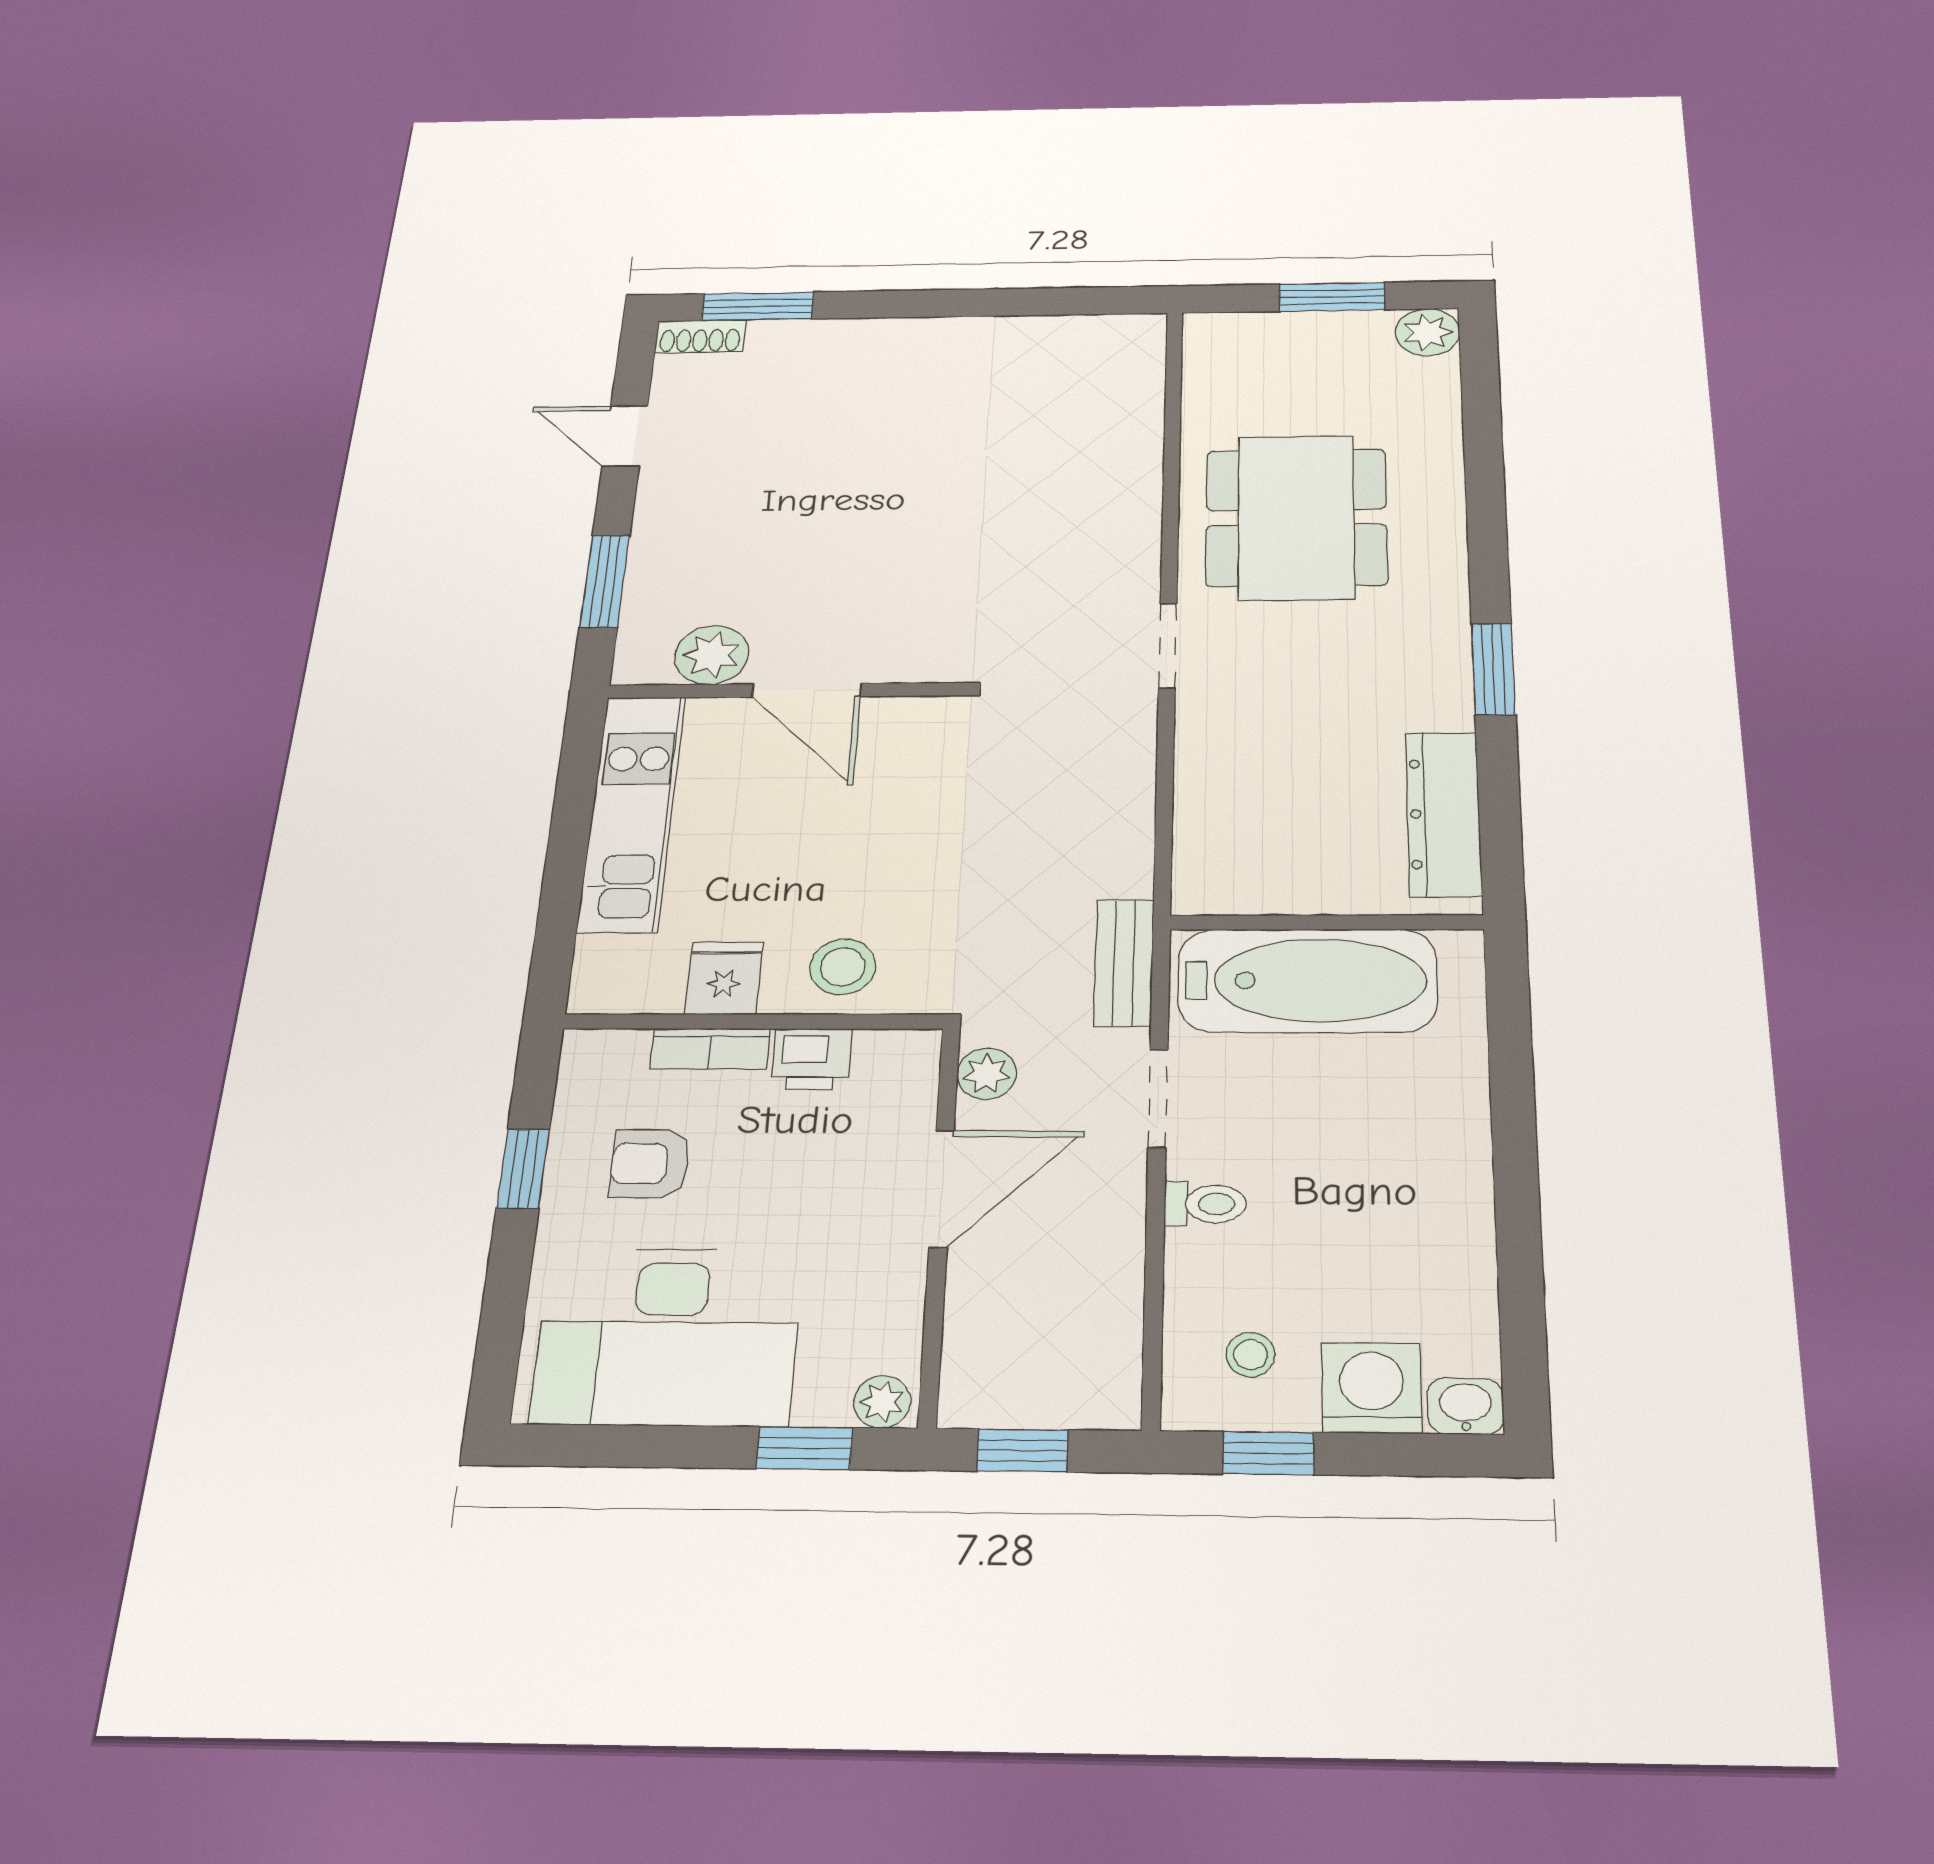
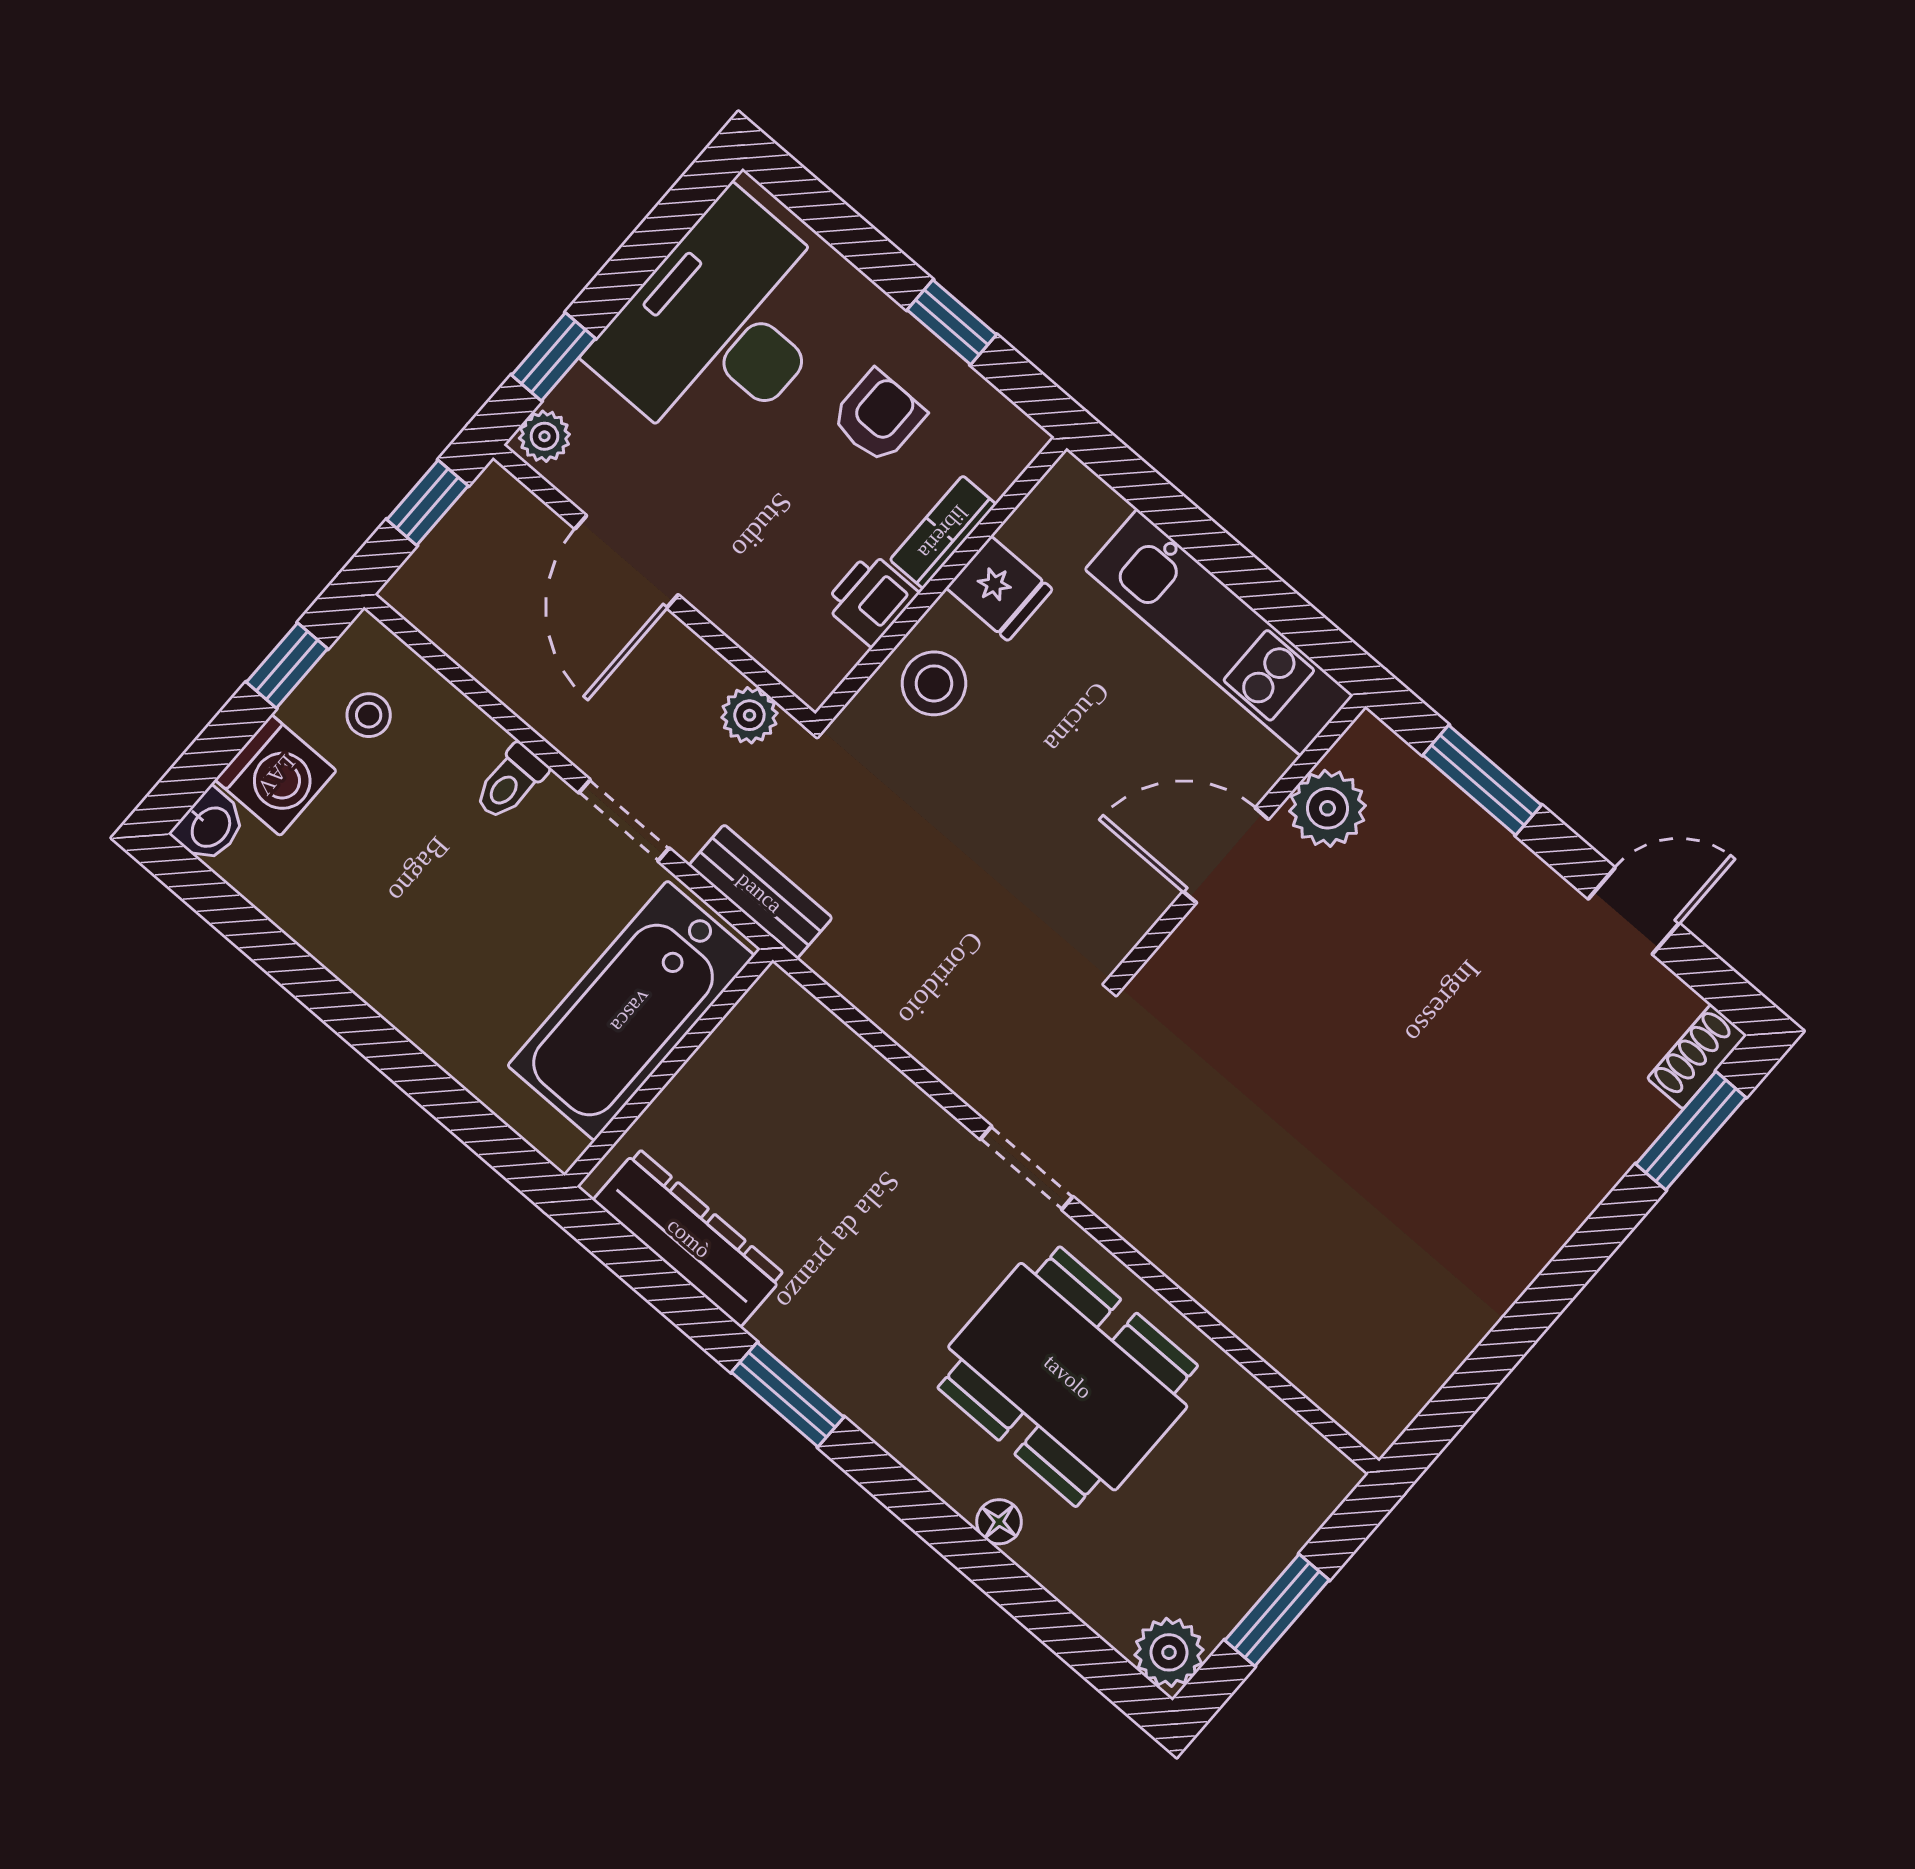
floor lamp: (1444, 484) -> (999, 1522), added
door: (942, 1189) -> (627, 562), moved

